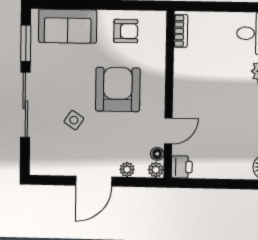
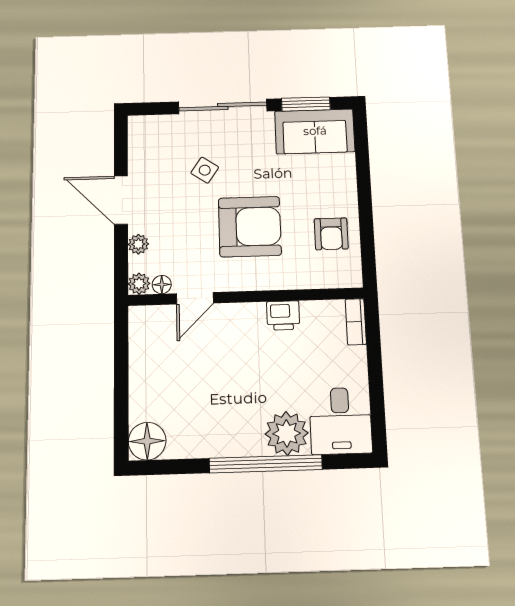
sofa: (68, 26) -> (315, 131), moved, turned -90
bookcase: (181, 31) -> (356, 322), moved, turned 90
door: (168, 131) -> (195, 298), hinge flipped
printer: (182, 167) -> (283, 315), moved

